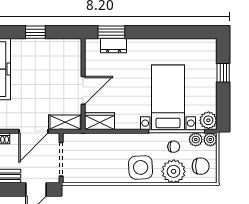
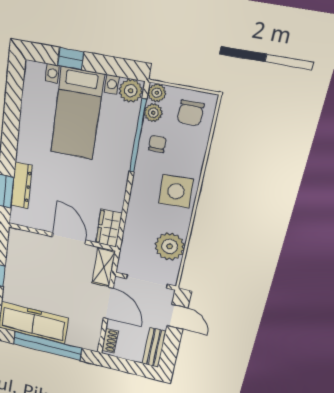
dresser: (113, 46) -> (21, 186), width x1.44
bed with nightstands: (168, 97) -> (77, 114), moved, turned -90
chair: (201, 166) -> (191, 113), turned 180
plant: (174, 171) -> (170, 246), moved

